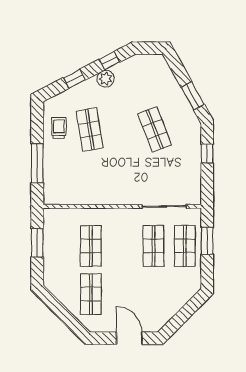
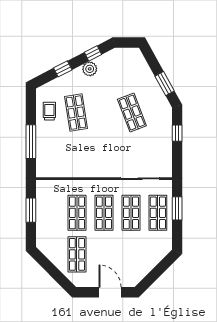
shop shelf: (122, 246) -> (104, 213), added

